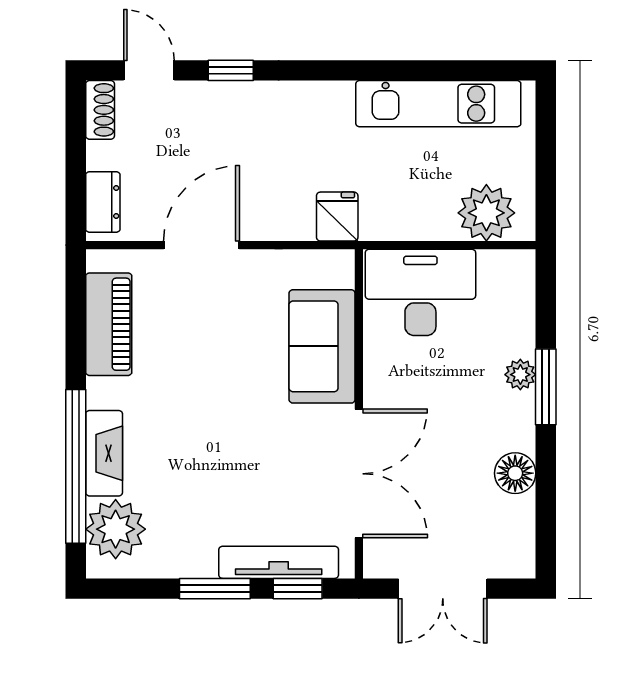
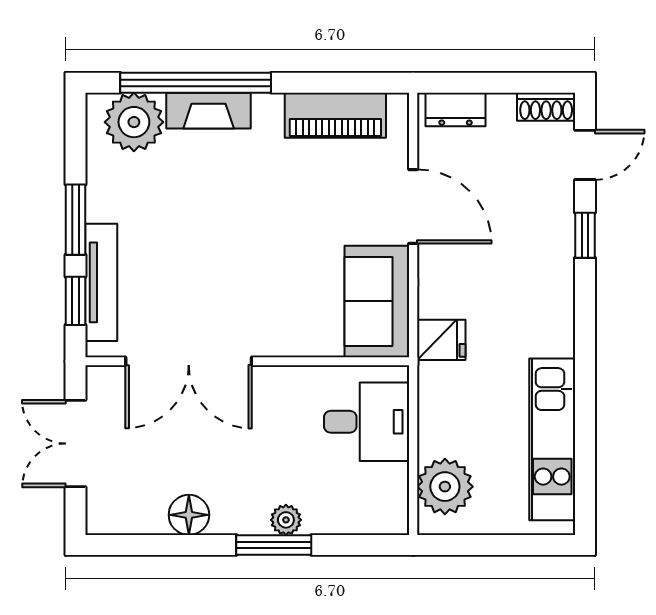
desk: (420, 292) -> (367, 422), width x0.73
sofa: (322, 346) -> (377, 301), moved, turned -90

